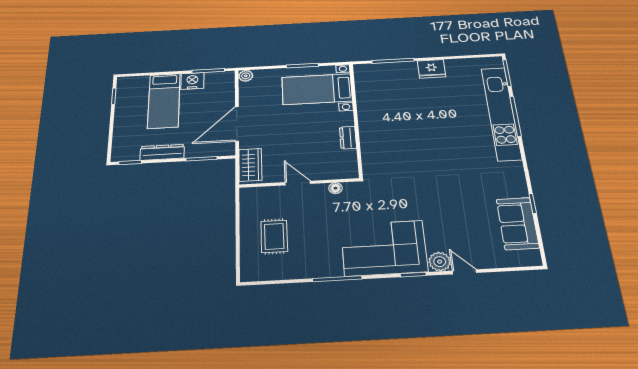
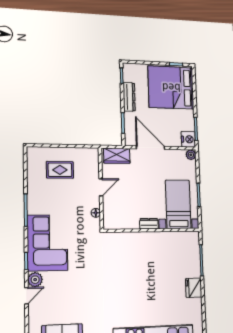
nightstand: (192, 81) -> (188, 139), moved
bed: (164, 101) -> (171, 87), width x2.04
dresser: (348, 138) -> (149, 224), moved

